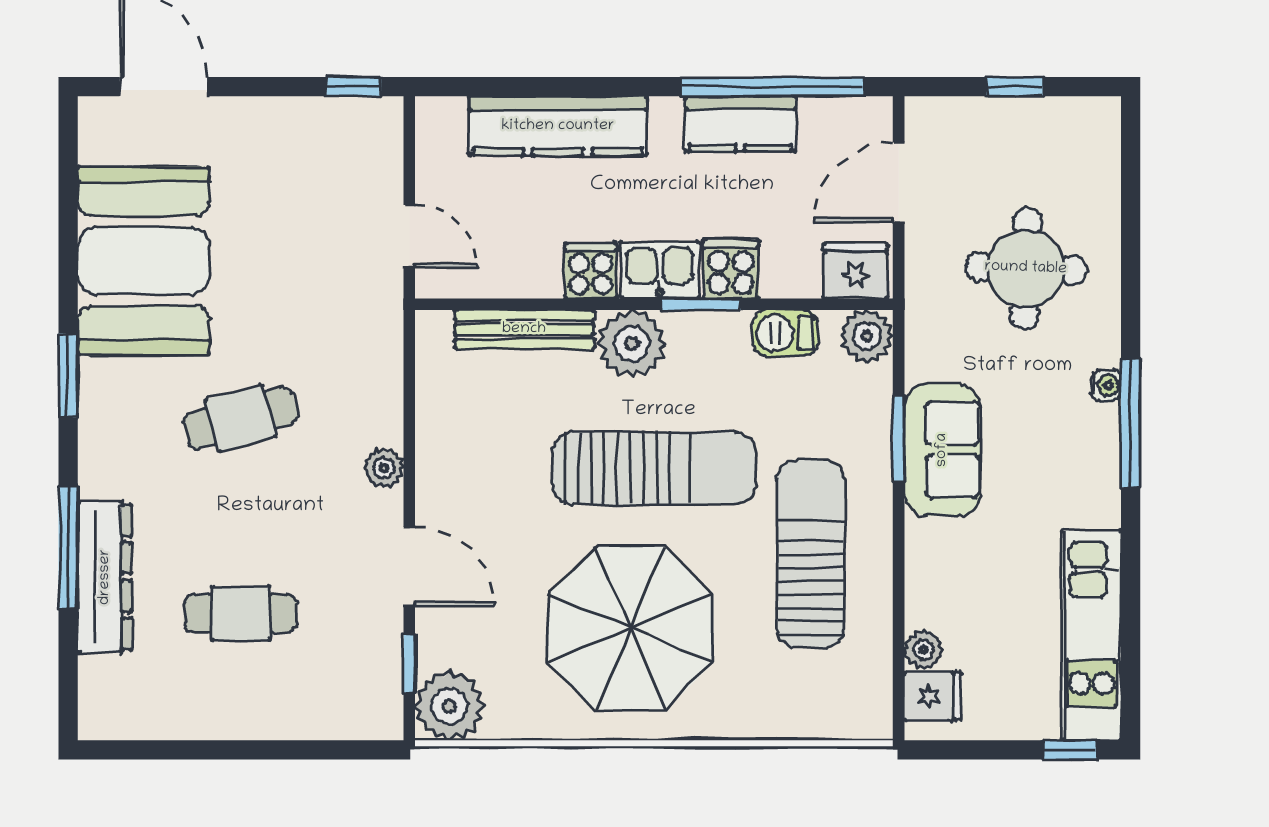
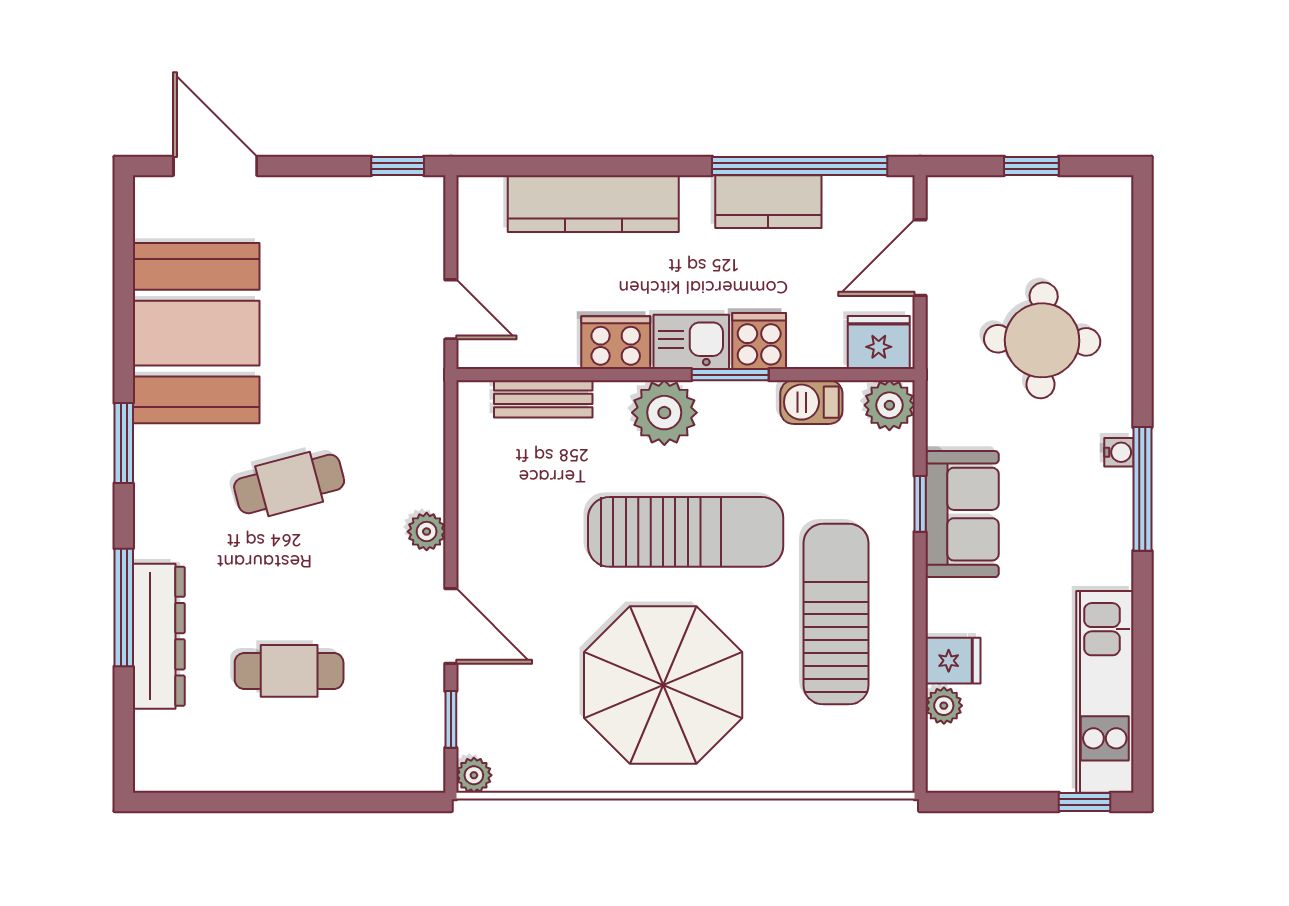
cooker: (591, 271) -> (616, 343), width x1.36
bench: (524, 329) -> (543, 399), width x0.73
window: (899, 439) -> (920, 504), width x0.67
fridge: (933, 696) -> (953, 661), moved
plant: (449, 706) -> (474, 775), width x0.53, depth x0.53

